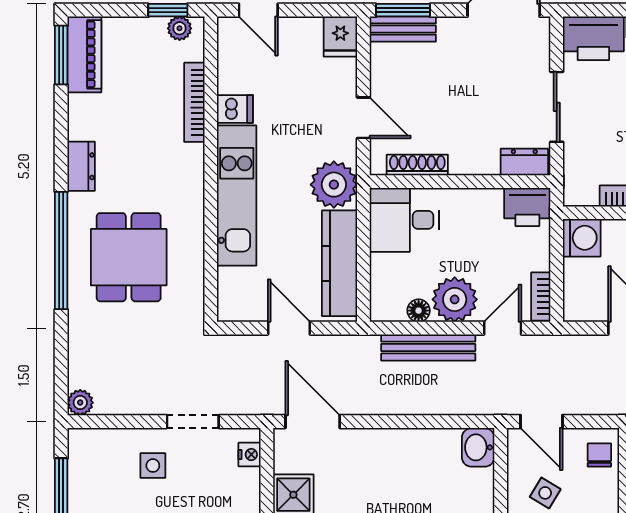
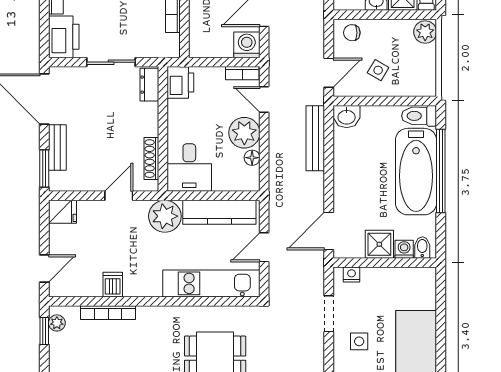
bench: (403, 29) -> (57, 148), moved
kitchen unit: (237, 195) -> (211, 283), moved
washing machine: (582, 238) -> (247, 45), moved
bench: (428, 347) -> (315, 138), moved

